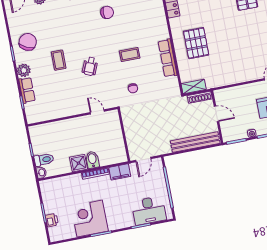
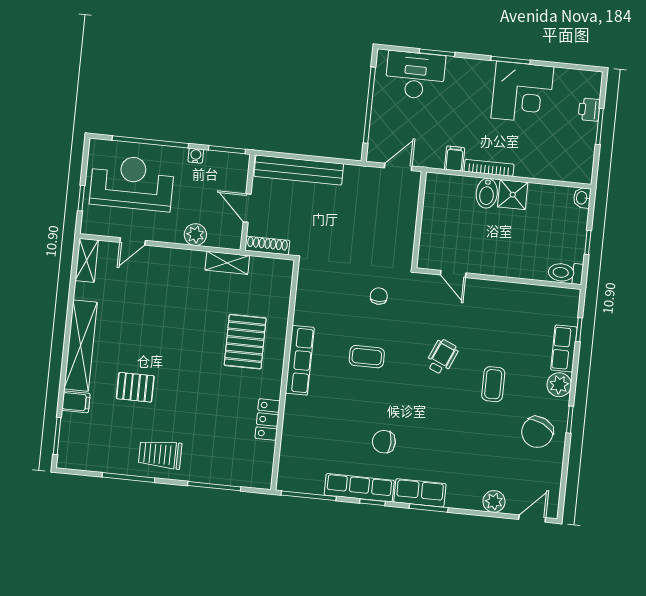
row of seats: (168, 58) -> (300, 360), moved
shelving: (194, 87) -> (227, 263), moved
plant: (239, 92) -> (195, 235), added
toilet: (44, 160) -> (565, 273), moved
filing cabinet: (120, 172) -> (455, 159), width x0.50

